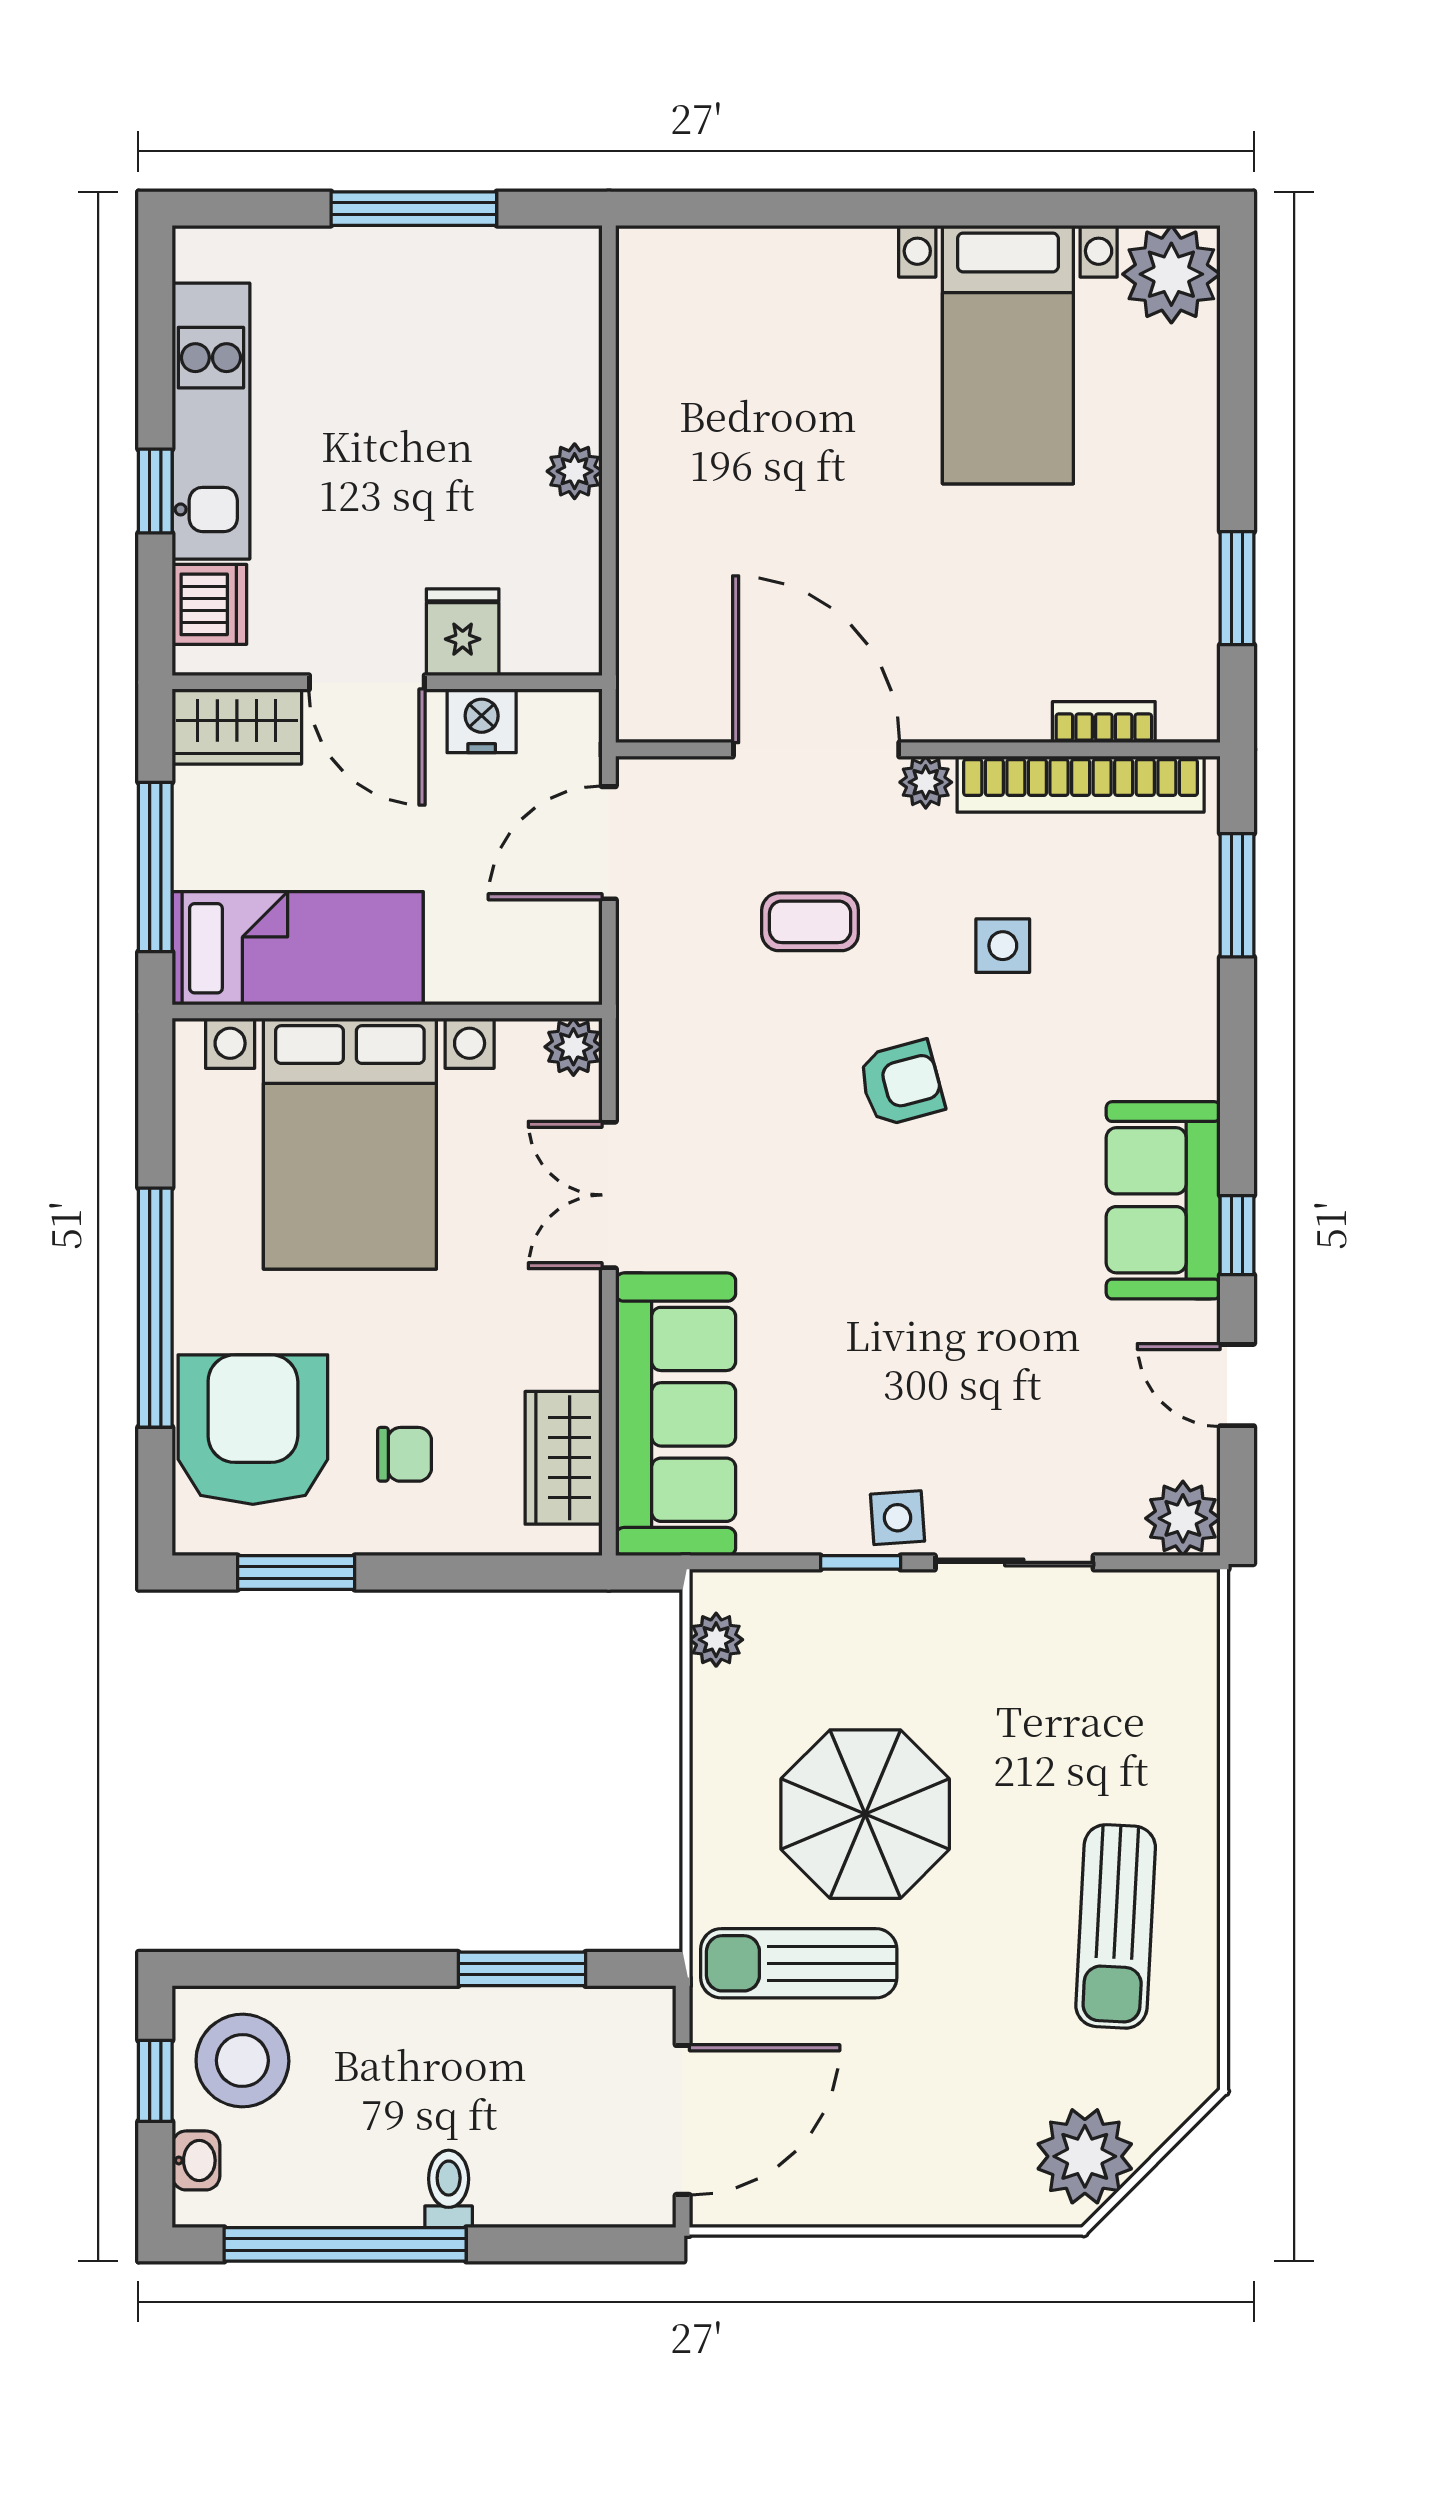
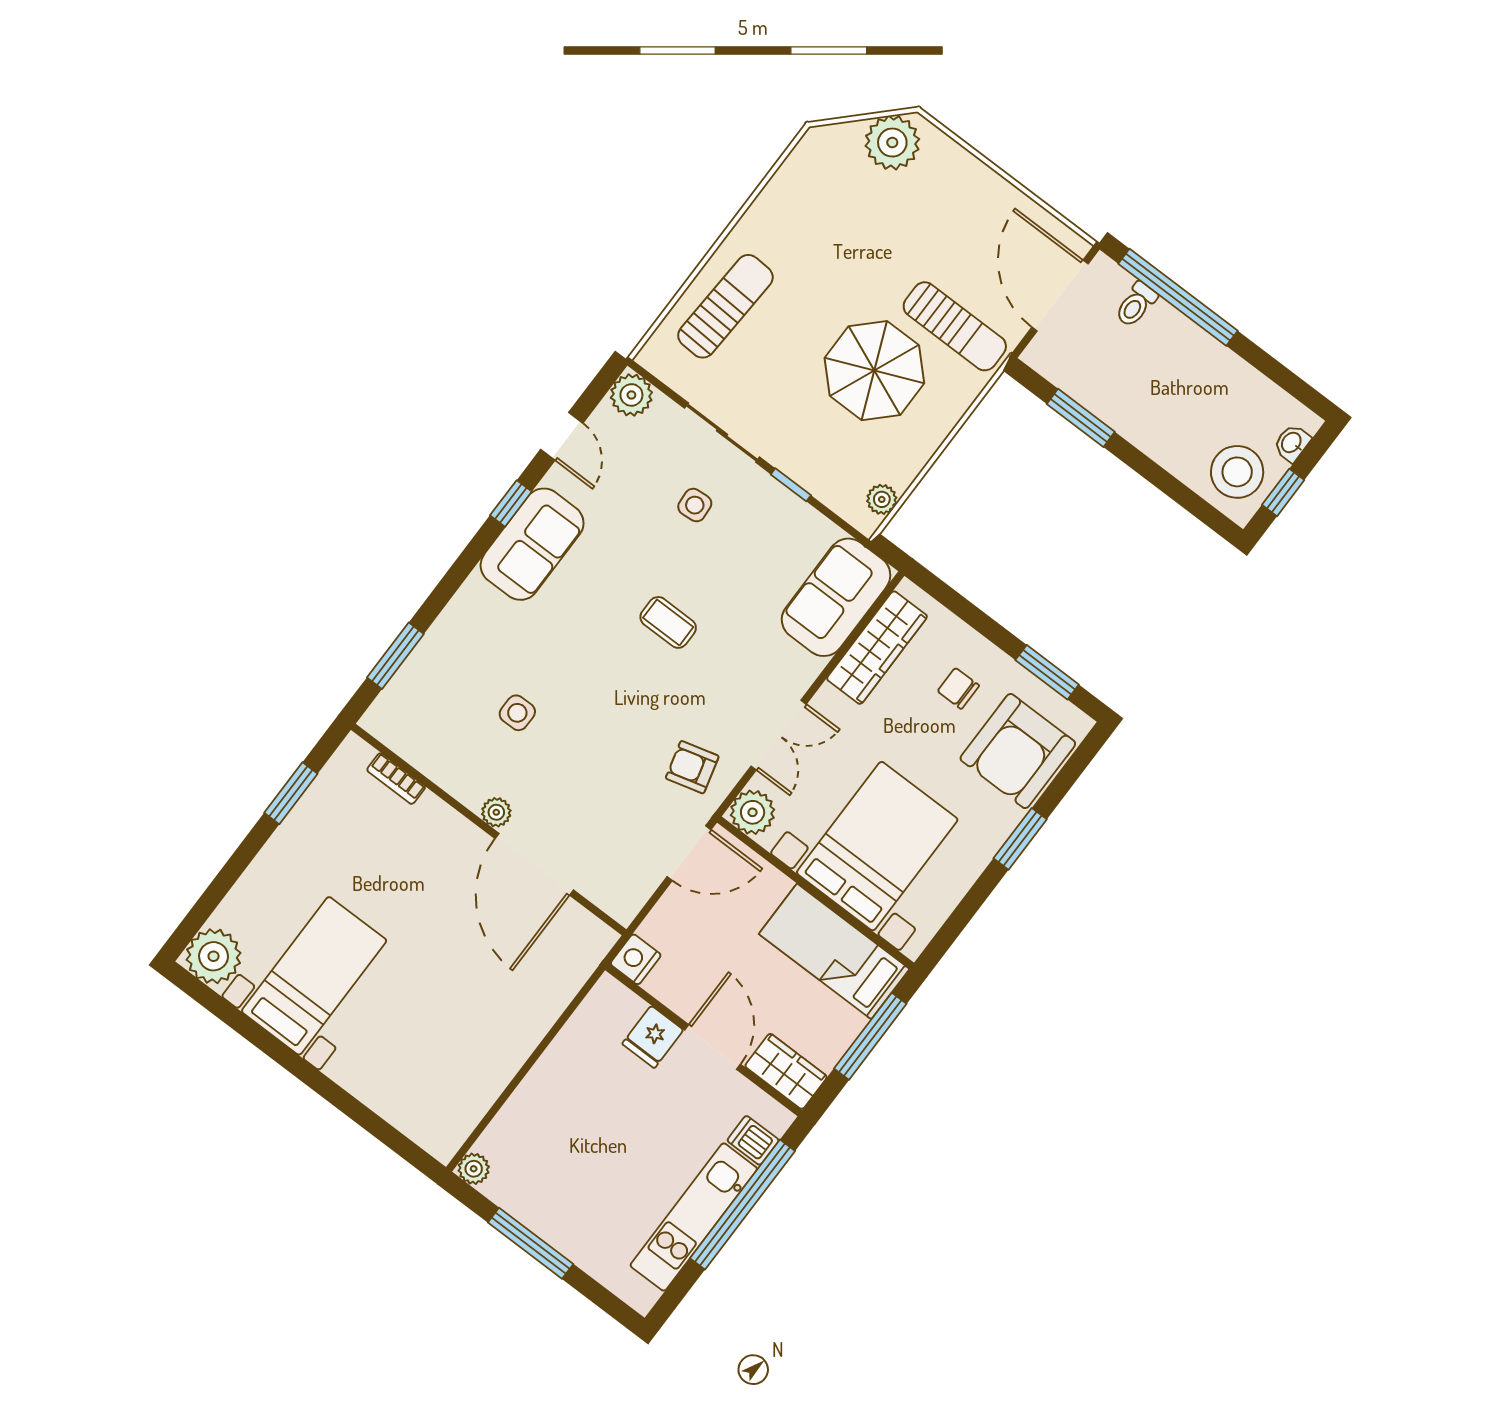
plant: (575, 471) -> (474, 1169), moved
window: (155, 491) -> (742, 1205), width x3.17
dishwasher: (209, 604) -> (753, 1140), width x0.73
nightstand: (482, 721) -> (636, 959), moved, turned 90
bookcase: (1081, 784) -> (428, 759), removed
door: (609, 843) -> (689, 853), moved
coffee table: (810, 922) -> (668, 622), moved
plant: (573, 1047) -> (753, 812), width x1.38, depth x1.38
armchair: (901, 1083) -> (692, 767), moved
window: (155, 1308) -> (1020, 839), width x0.47
sofa: (676, 1414) -> (836, 597), width x0.73
wardrobe: (564, 1458) -> (877, 648), width x1.50
side table: (898, 1518) -> (695, 505), moved
sun lounger: (1116, 1926) -> (725, 306), moved
door: (683, 2120) -> (1060, 296), hinge flipped
toilet: (449, 2189) -> (1136, 305), moved
window: (345, 2244) -> (1178, 297), moved

